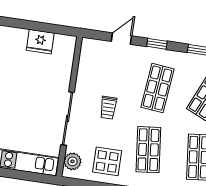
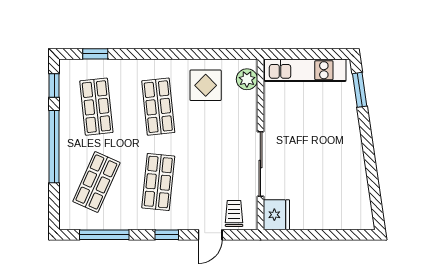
fridge: (40, 42) -> (276, 215), moved, turned 90
trolley: (108, 108) -> (234, 213), moved
sliding door: (68, 119) -> (260, 164), moved

